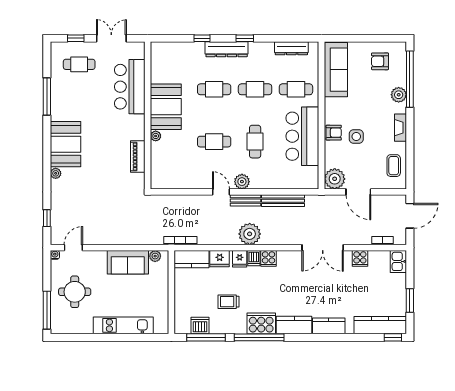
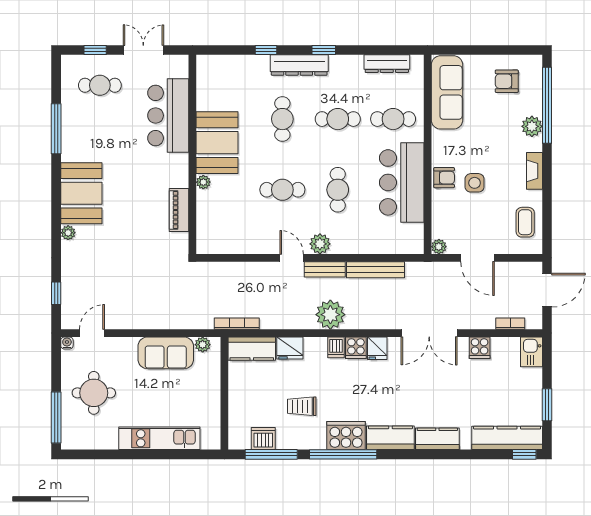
cafe table: (214, 89) -> (282, 119), turned 90
plant: (335, 179) -> (439, 247), width x0.53, depth x0.53
fridge: (240, 259) -> (377, 348), moved

